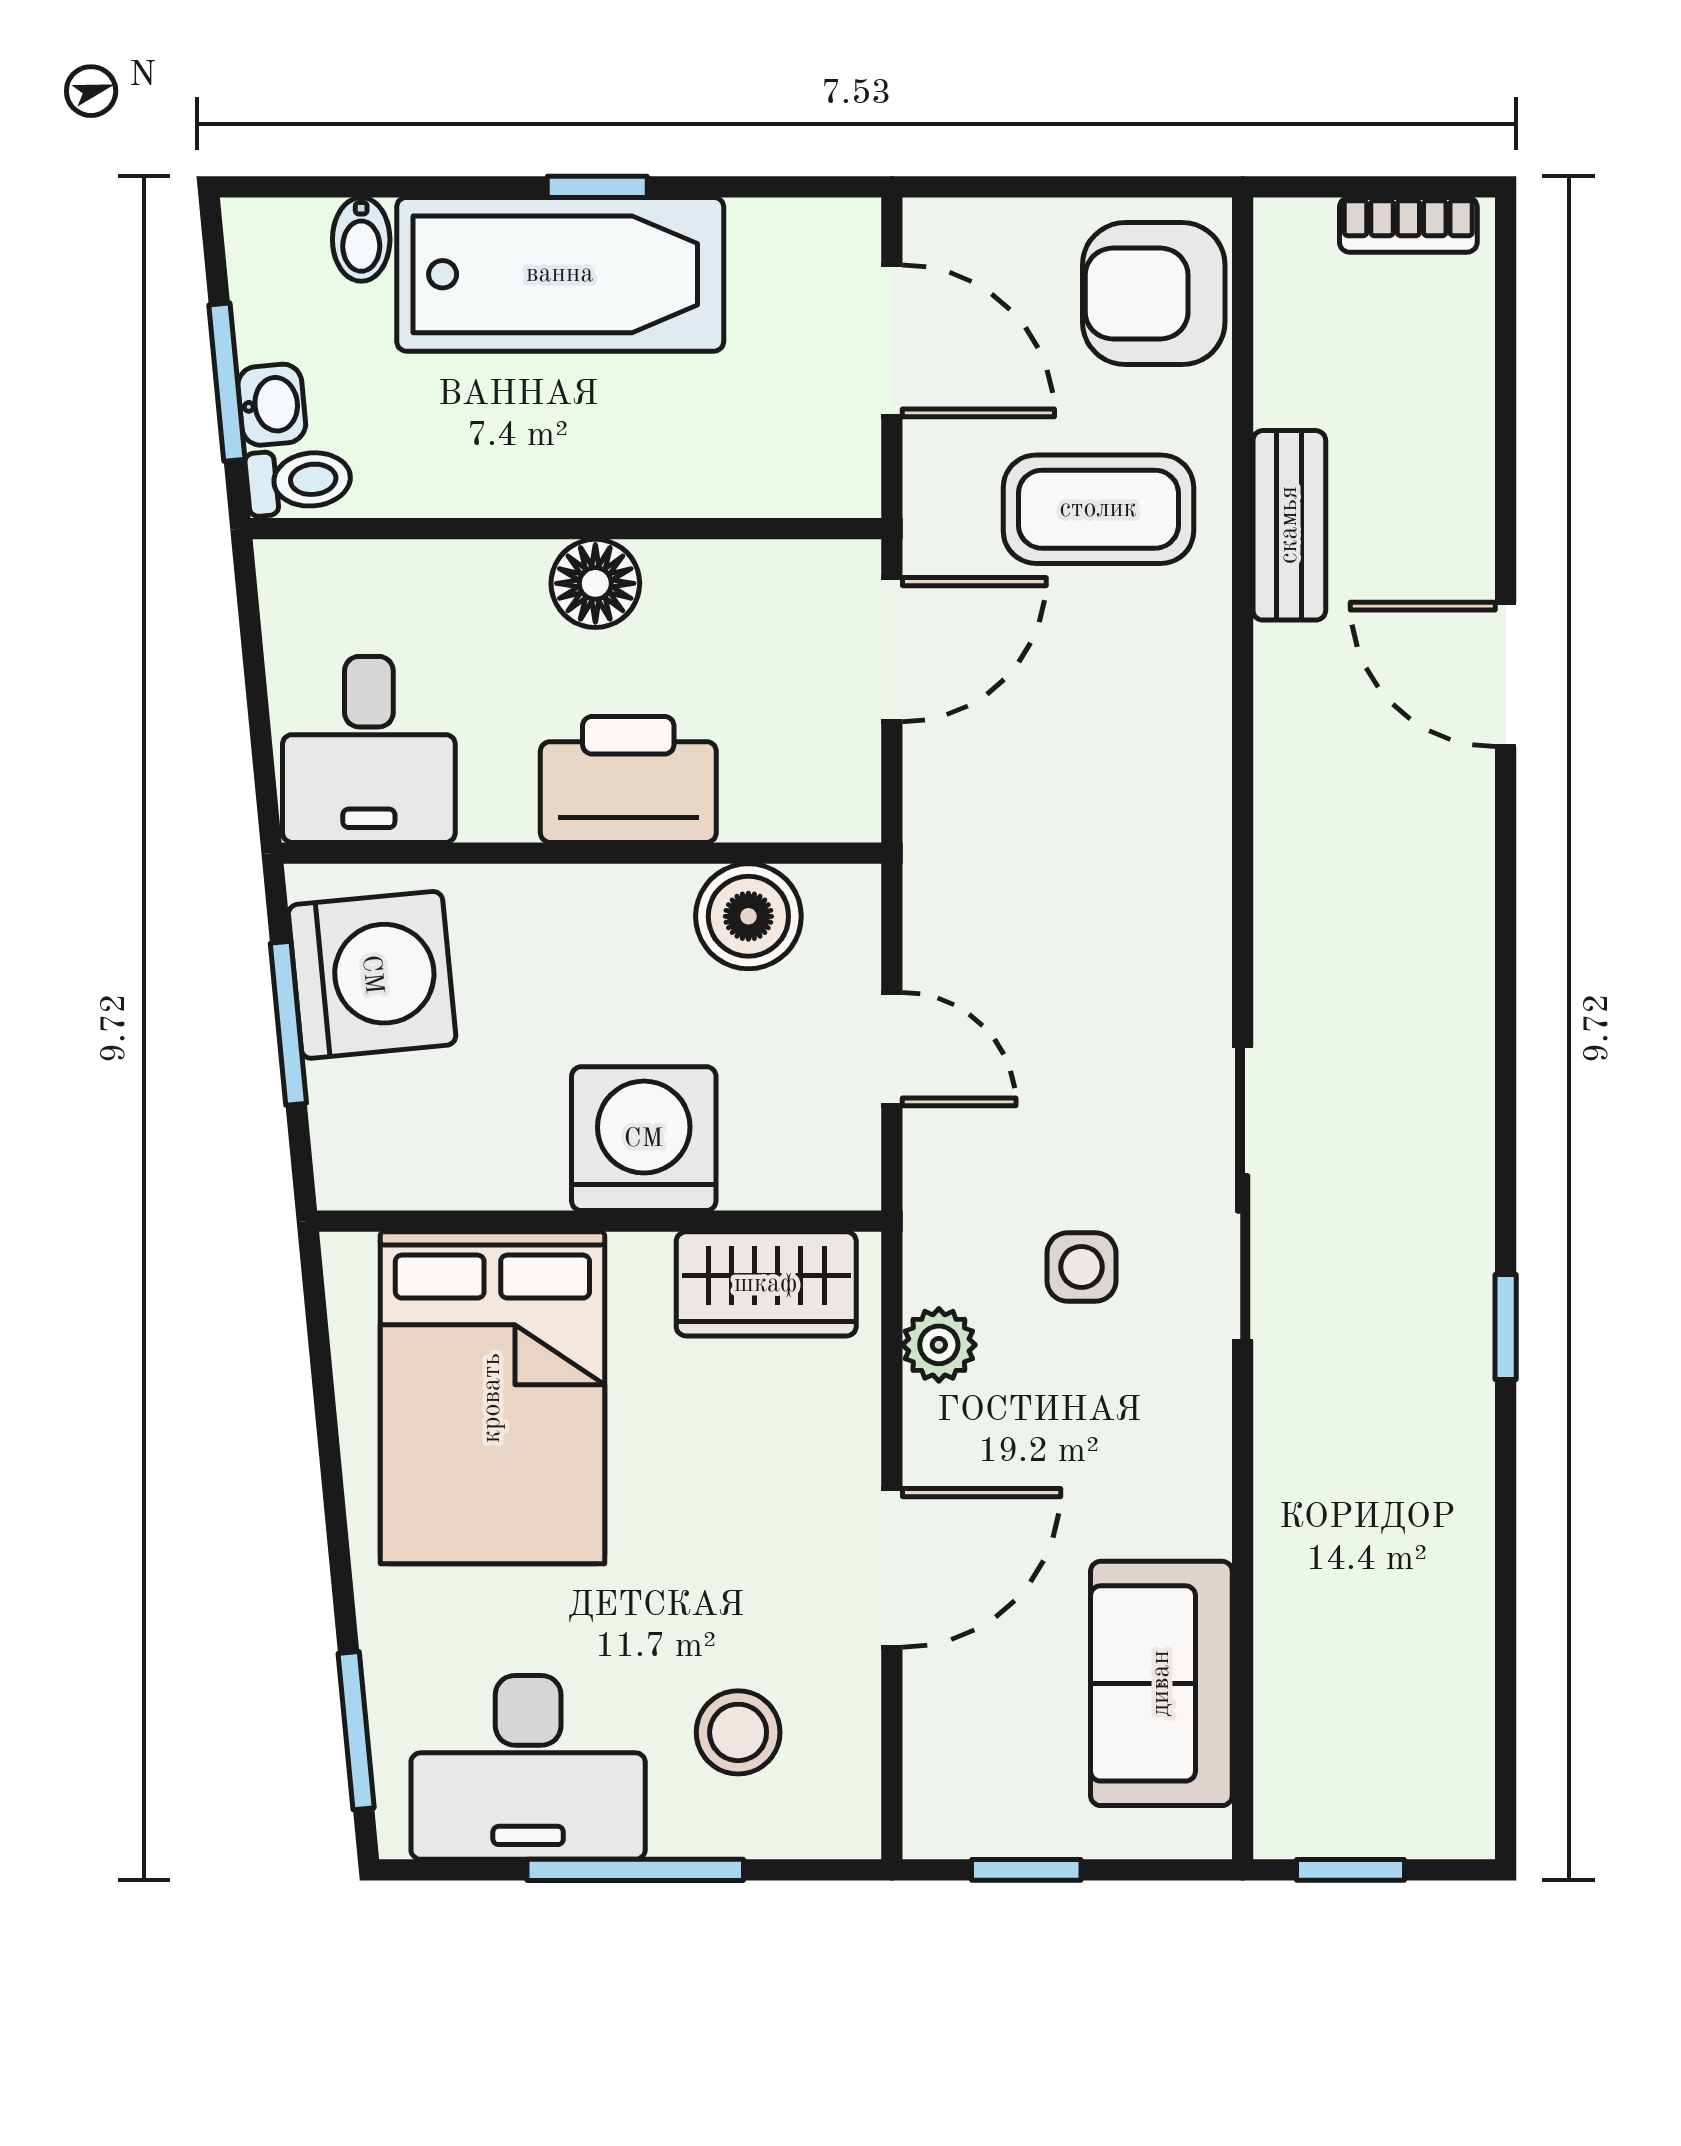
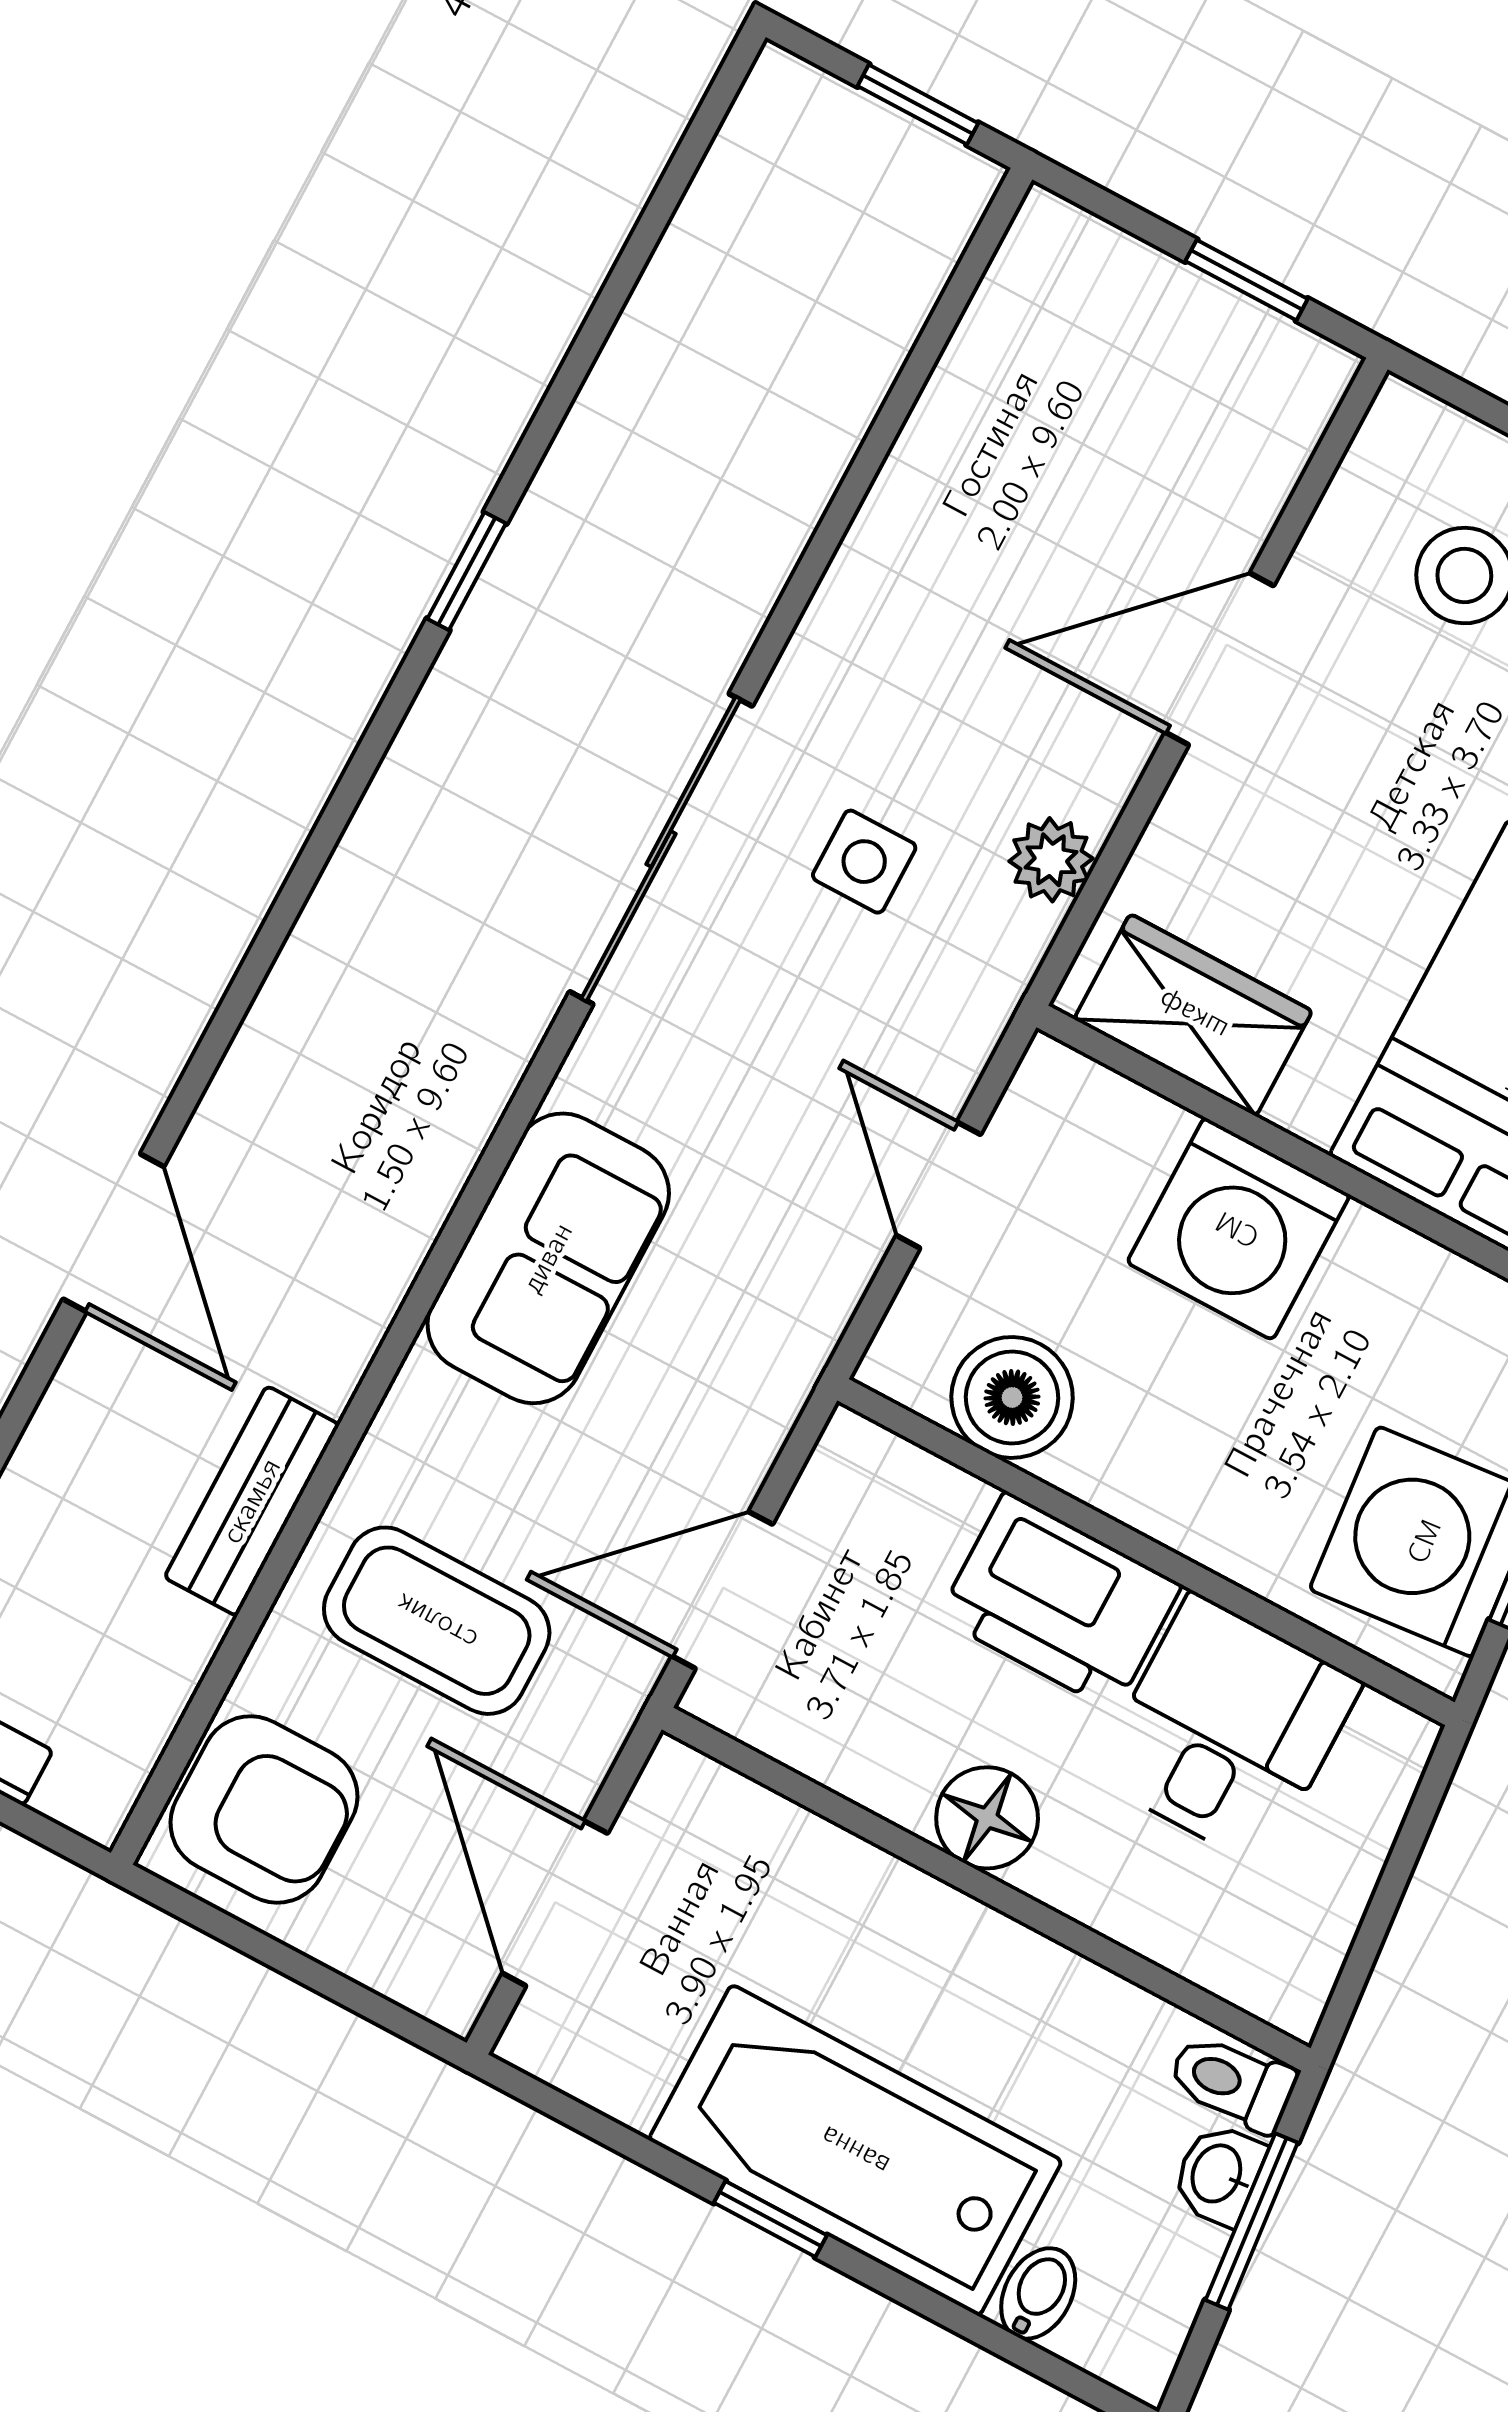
desk: (369, 749) -> (1227, 1730), moved
sofa: (1161, 1683) -> (548, 1258), moved

